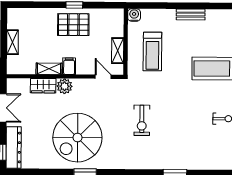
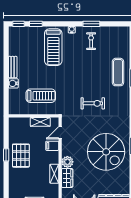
water cooler: (134, 15) -> (13, 83), moved
filing cabinet: (69, 66) -> (52, 146), moved
exercise mat: (183, 154) -> (118, 72), added

